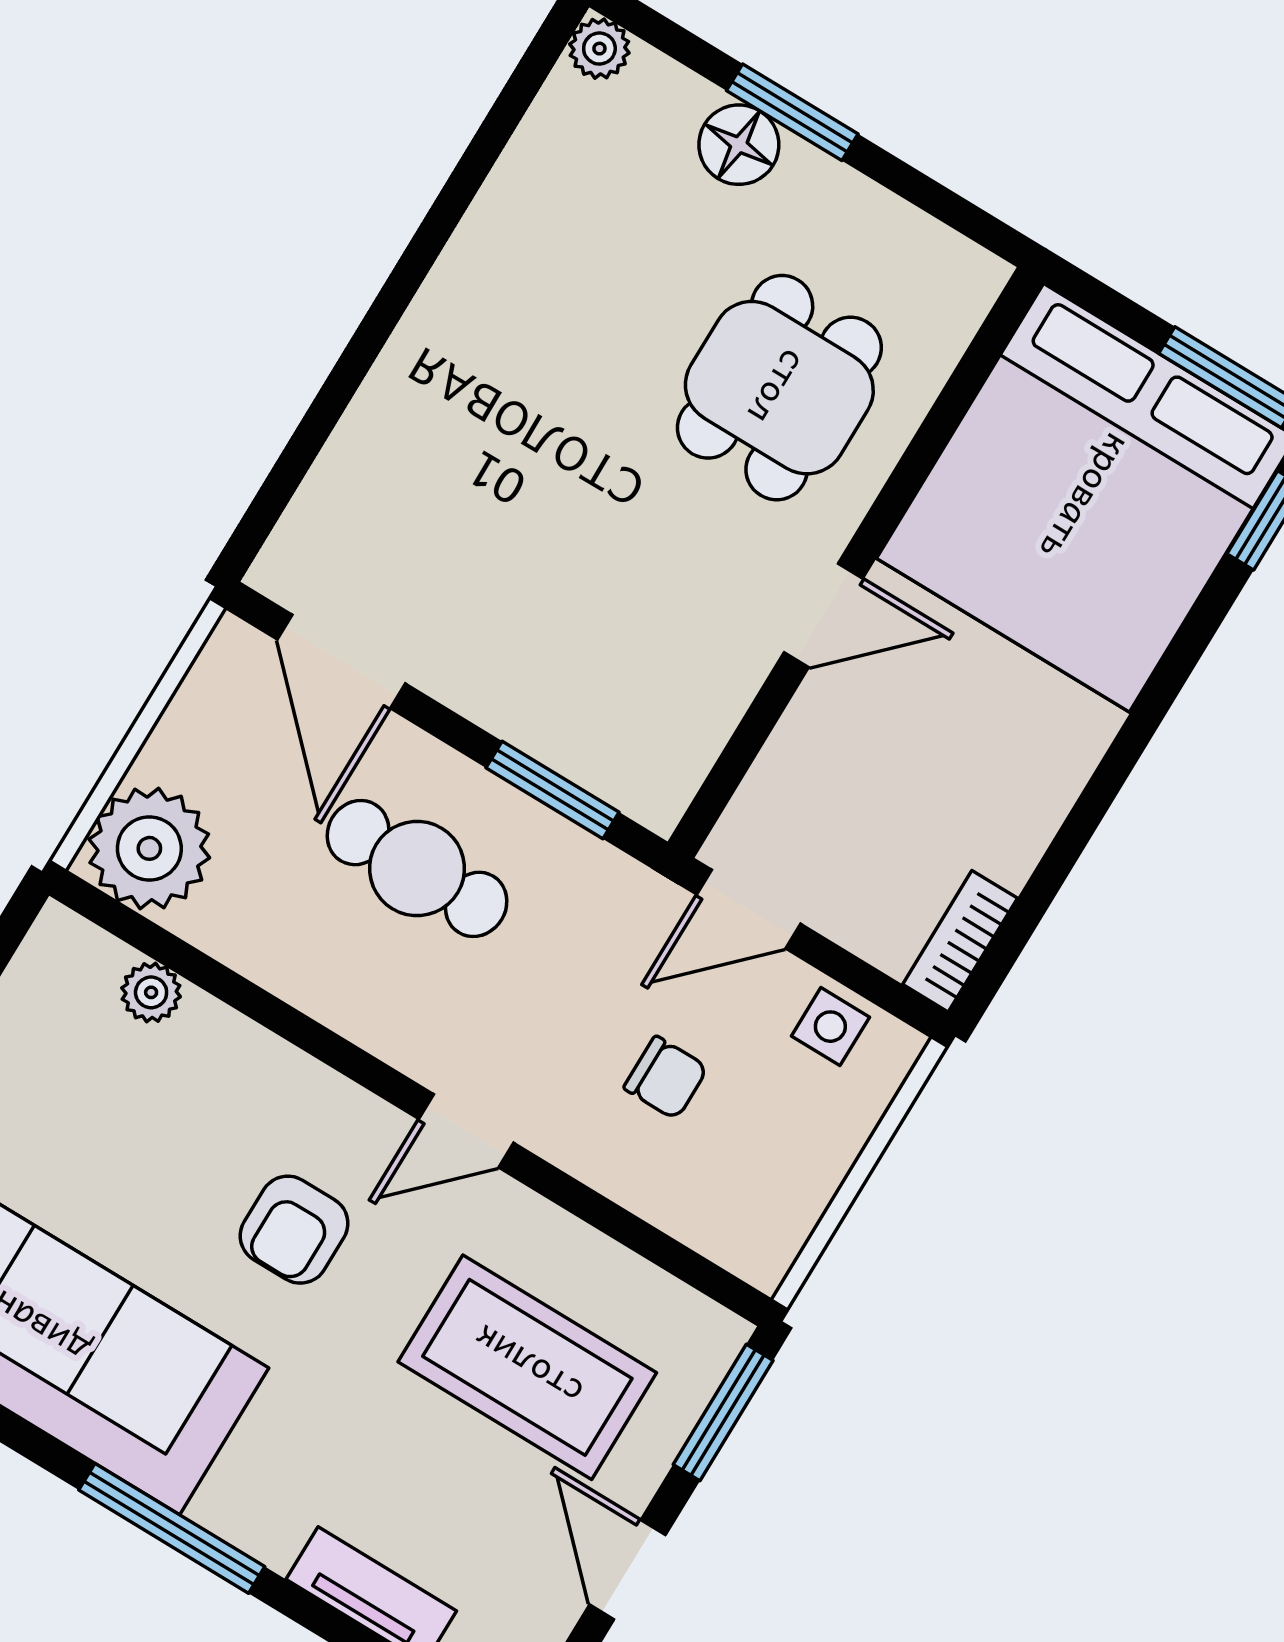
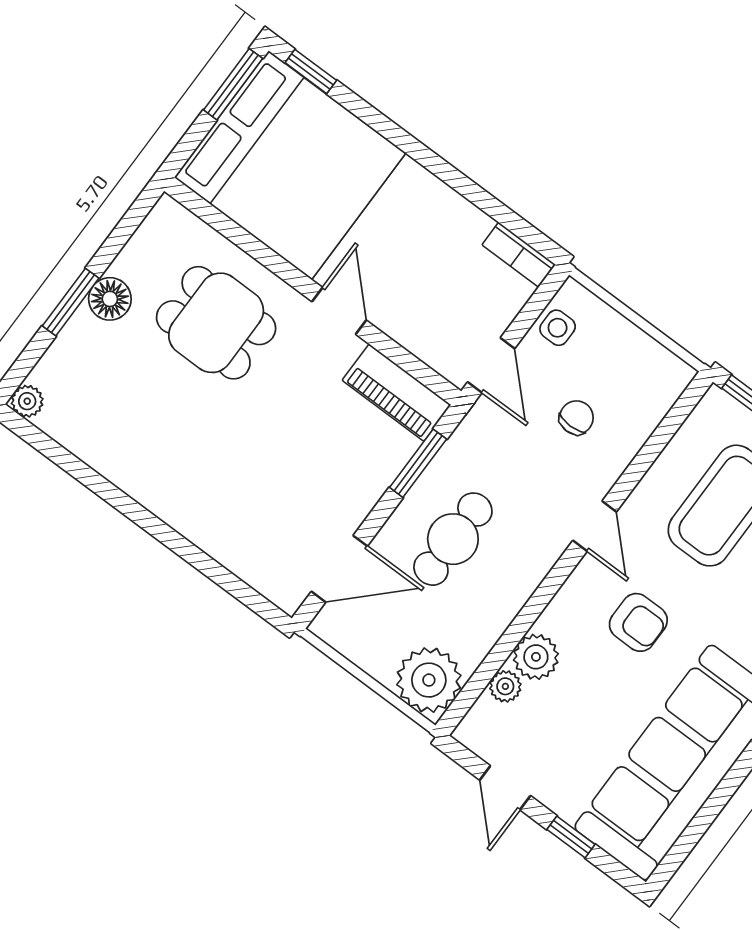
floor lamp: (739, 145) -> (110, 299), moved
piano: (681, 737) -> (397, 393), added
plant: (212, 1044) -> (536, 657), added

